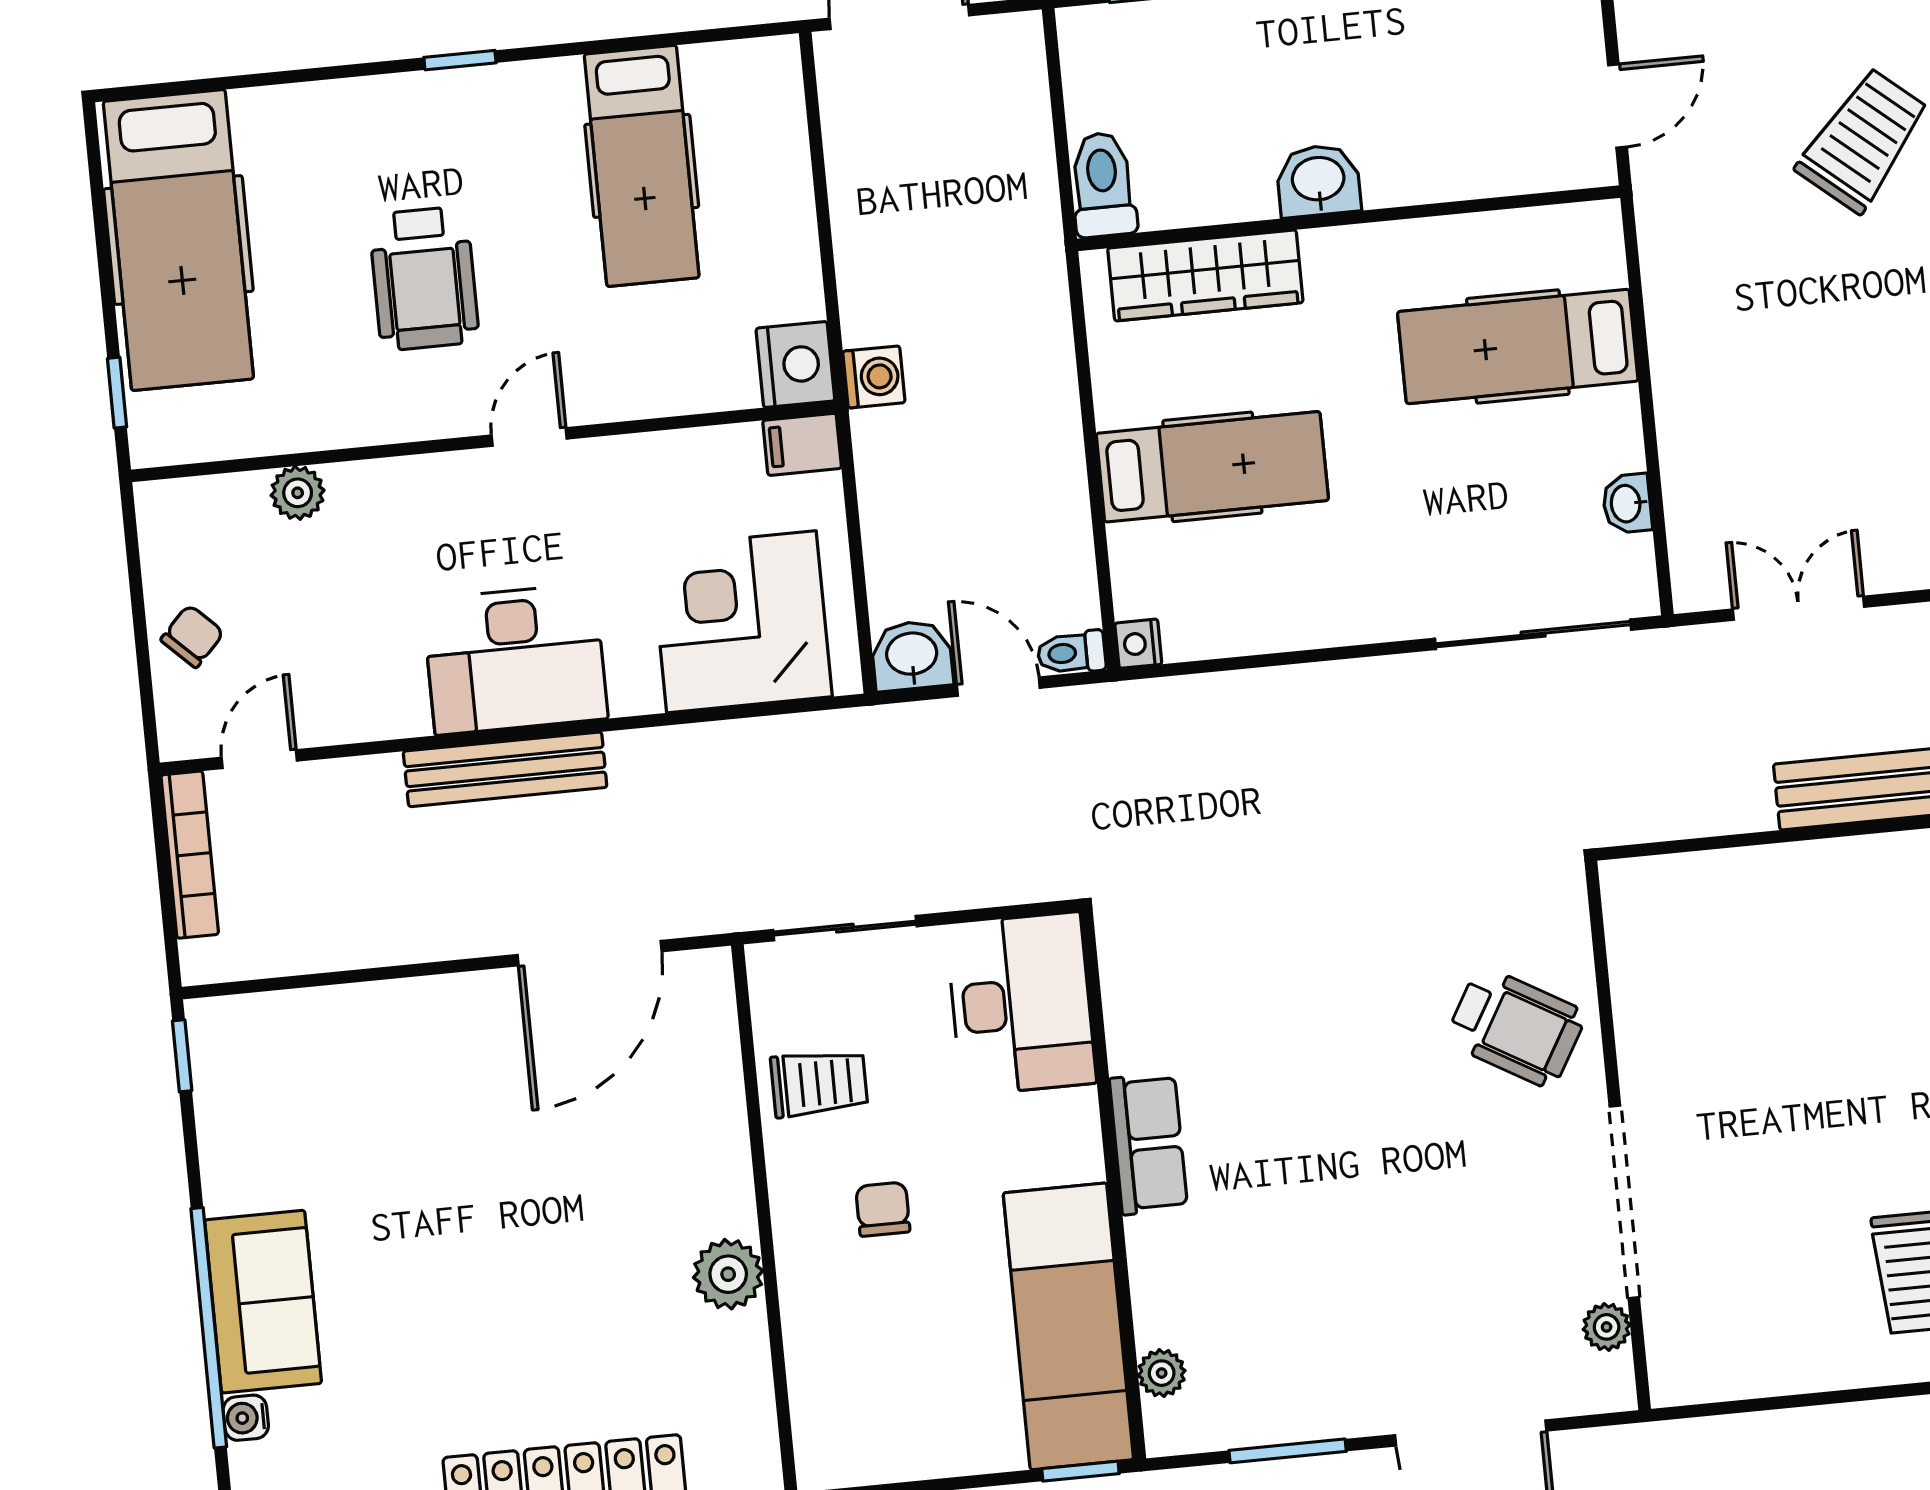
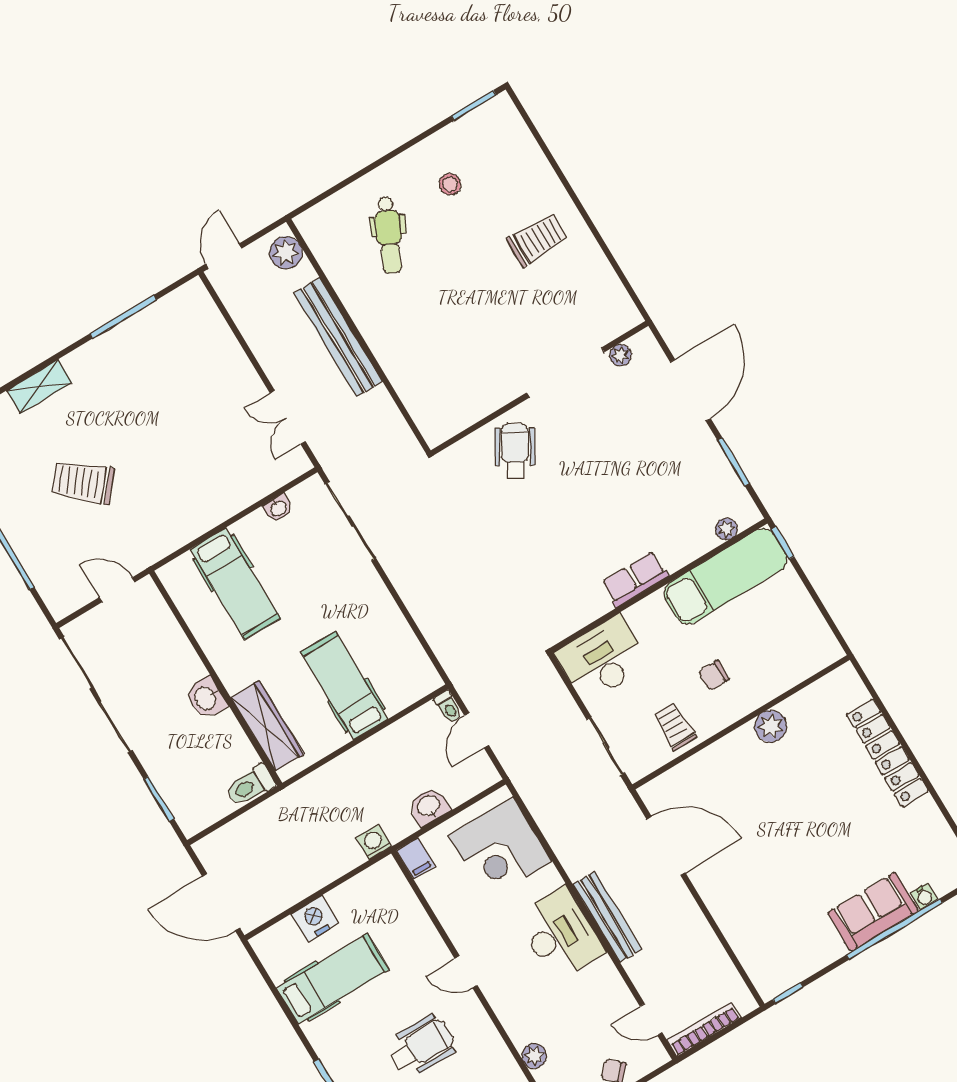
nightstand: (795, 364) -> (315, 918), moved
nightstand: (1138, 644) -> (432, 681), removed
washbasin: (912, 656) -> (429, 806), moved, turned 90

